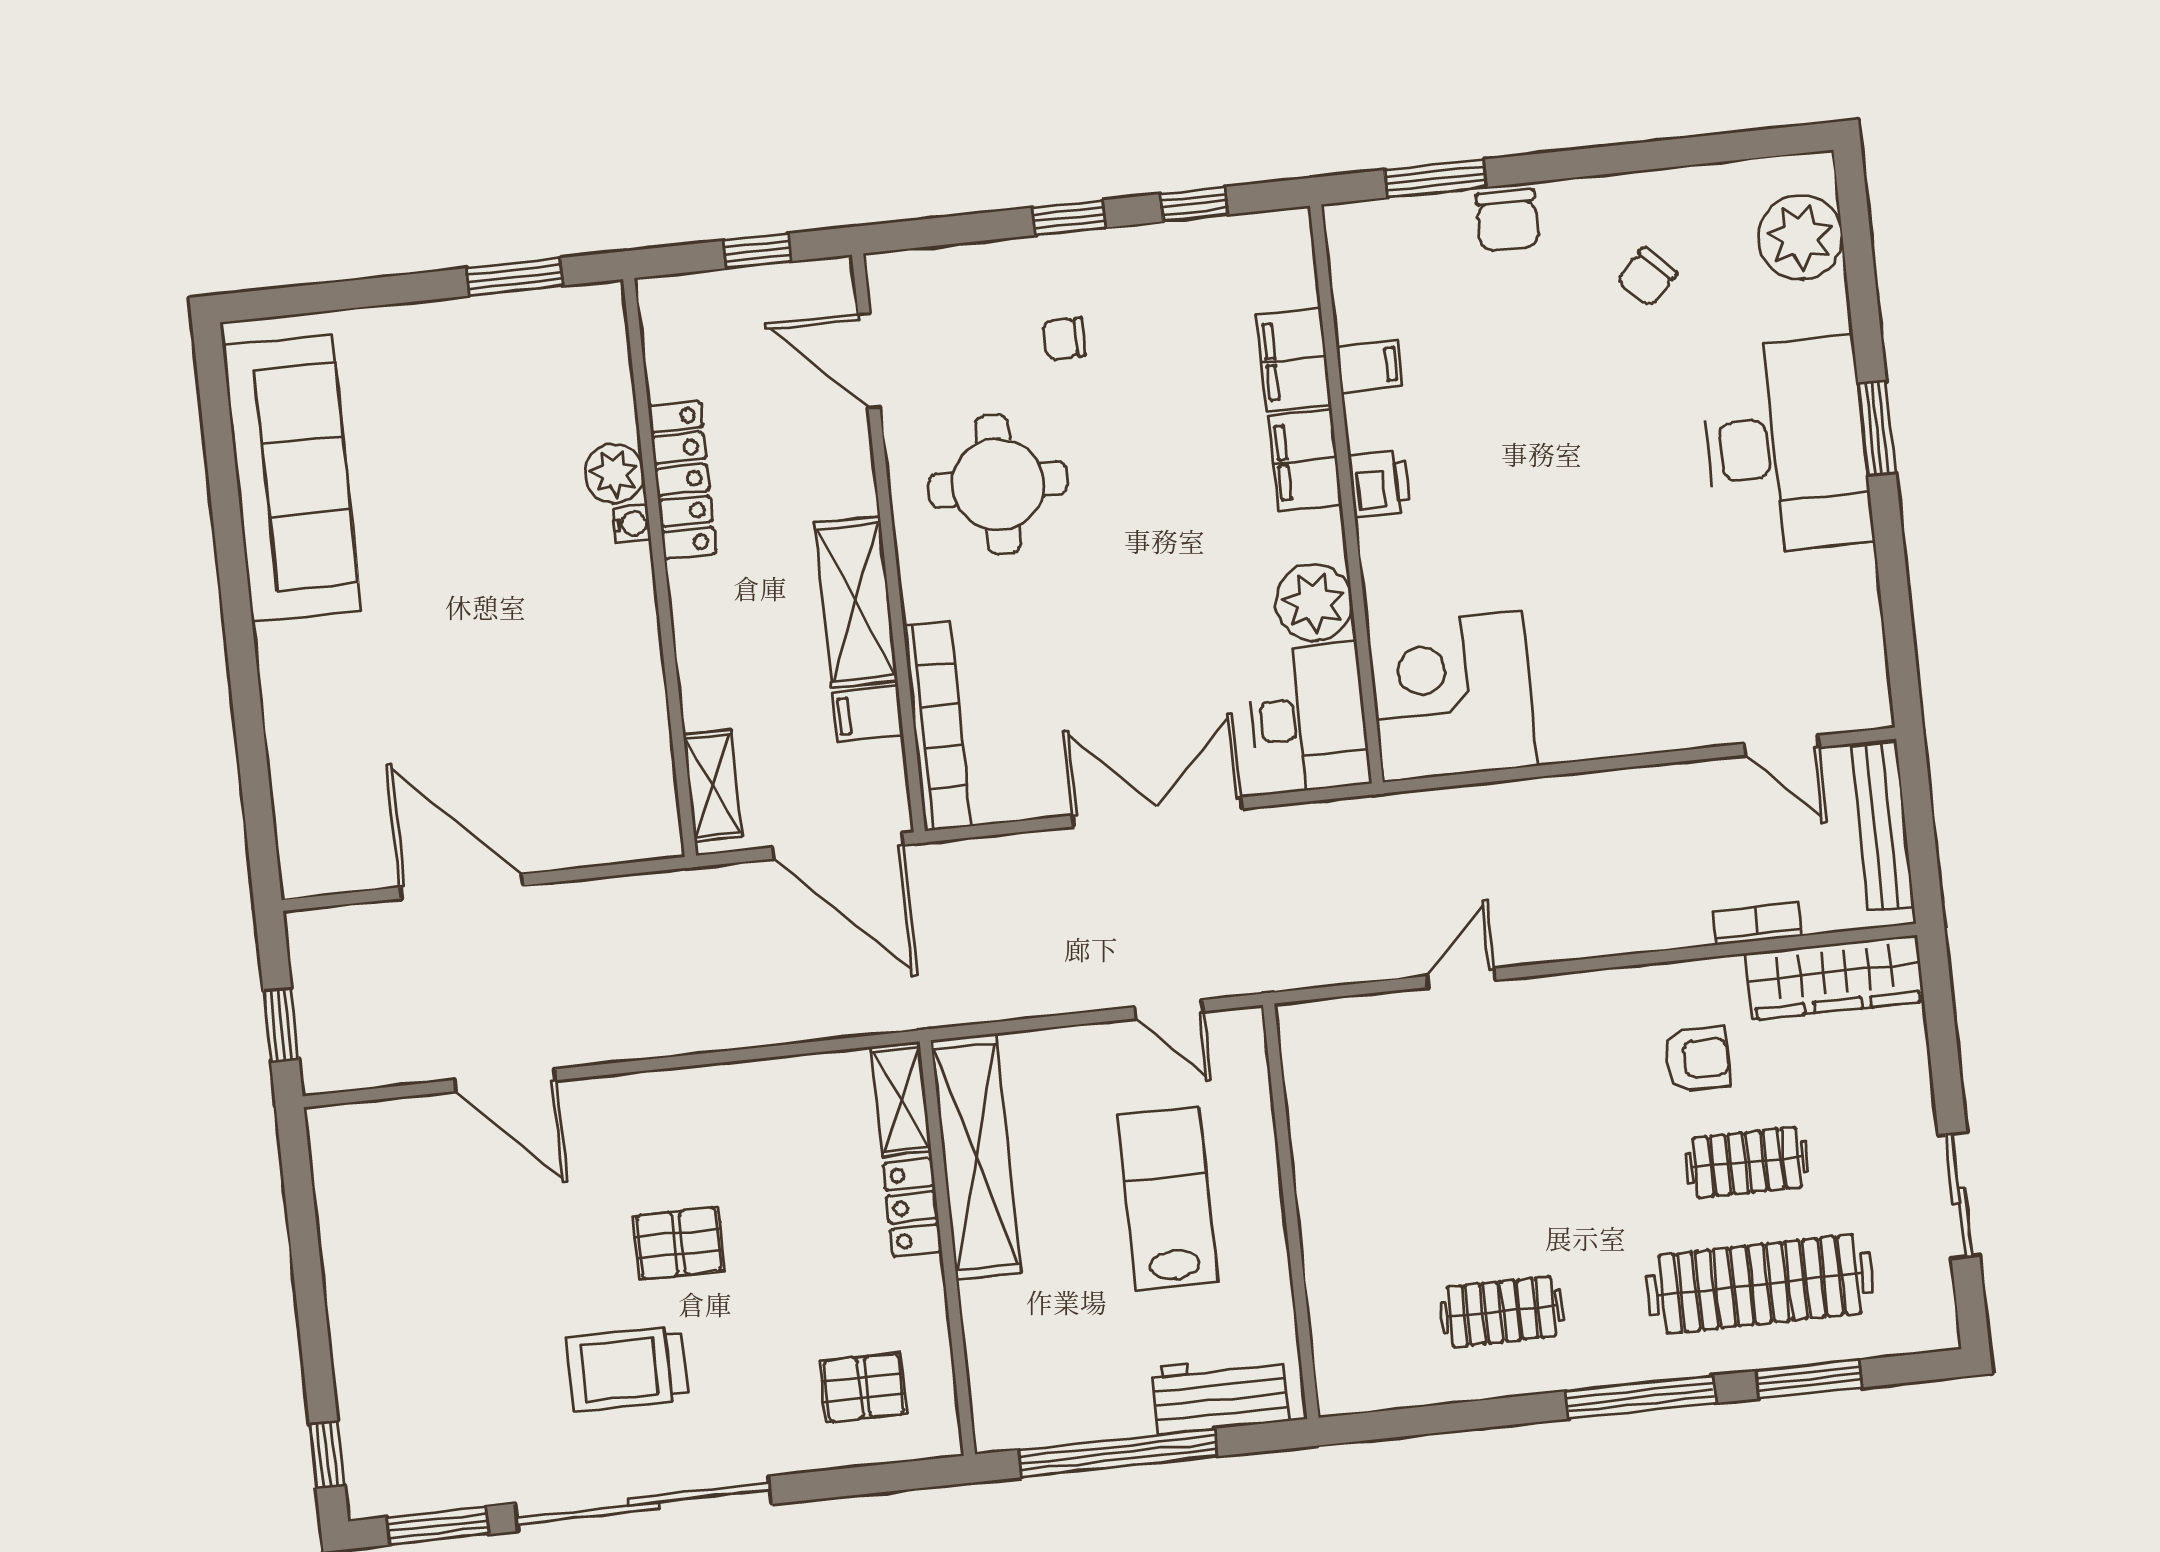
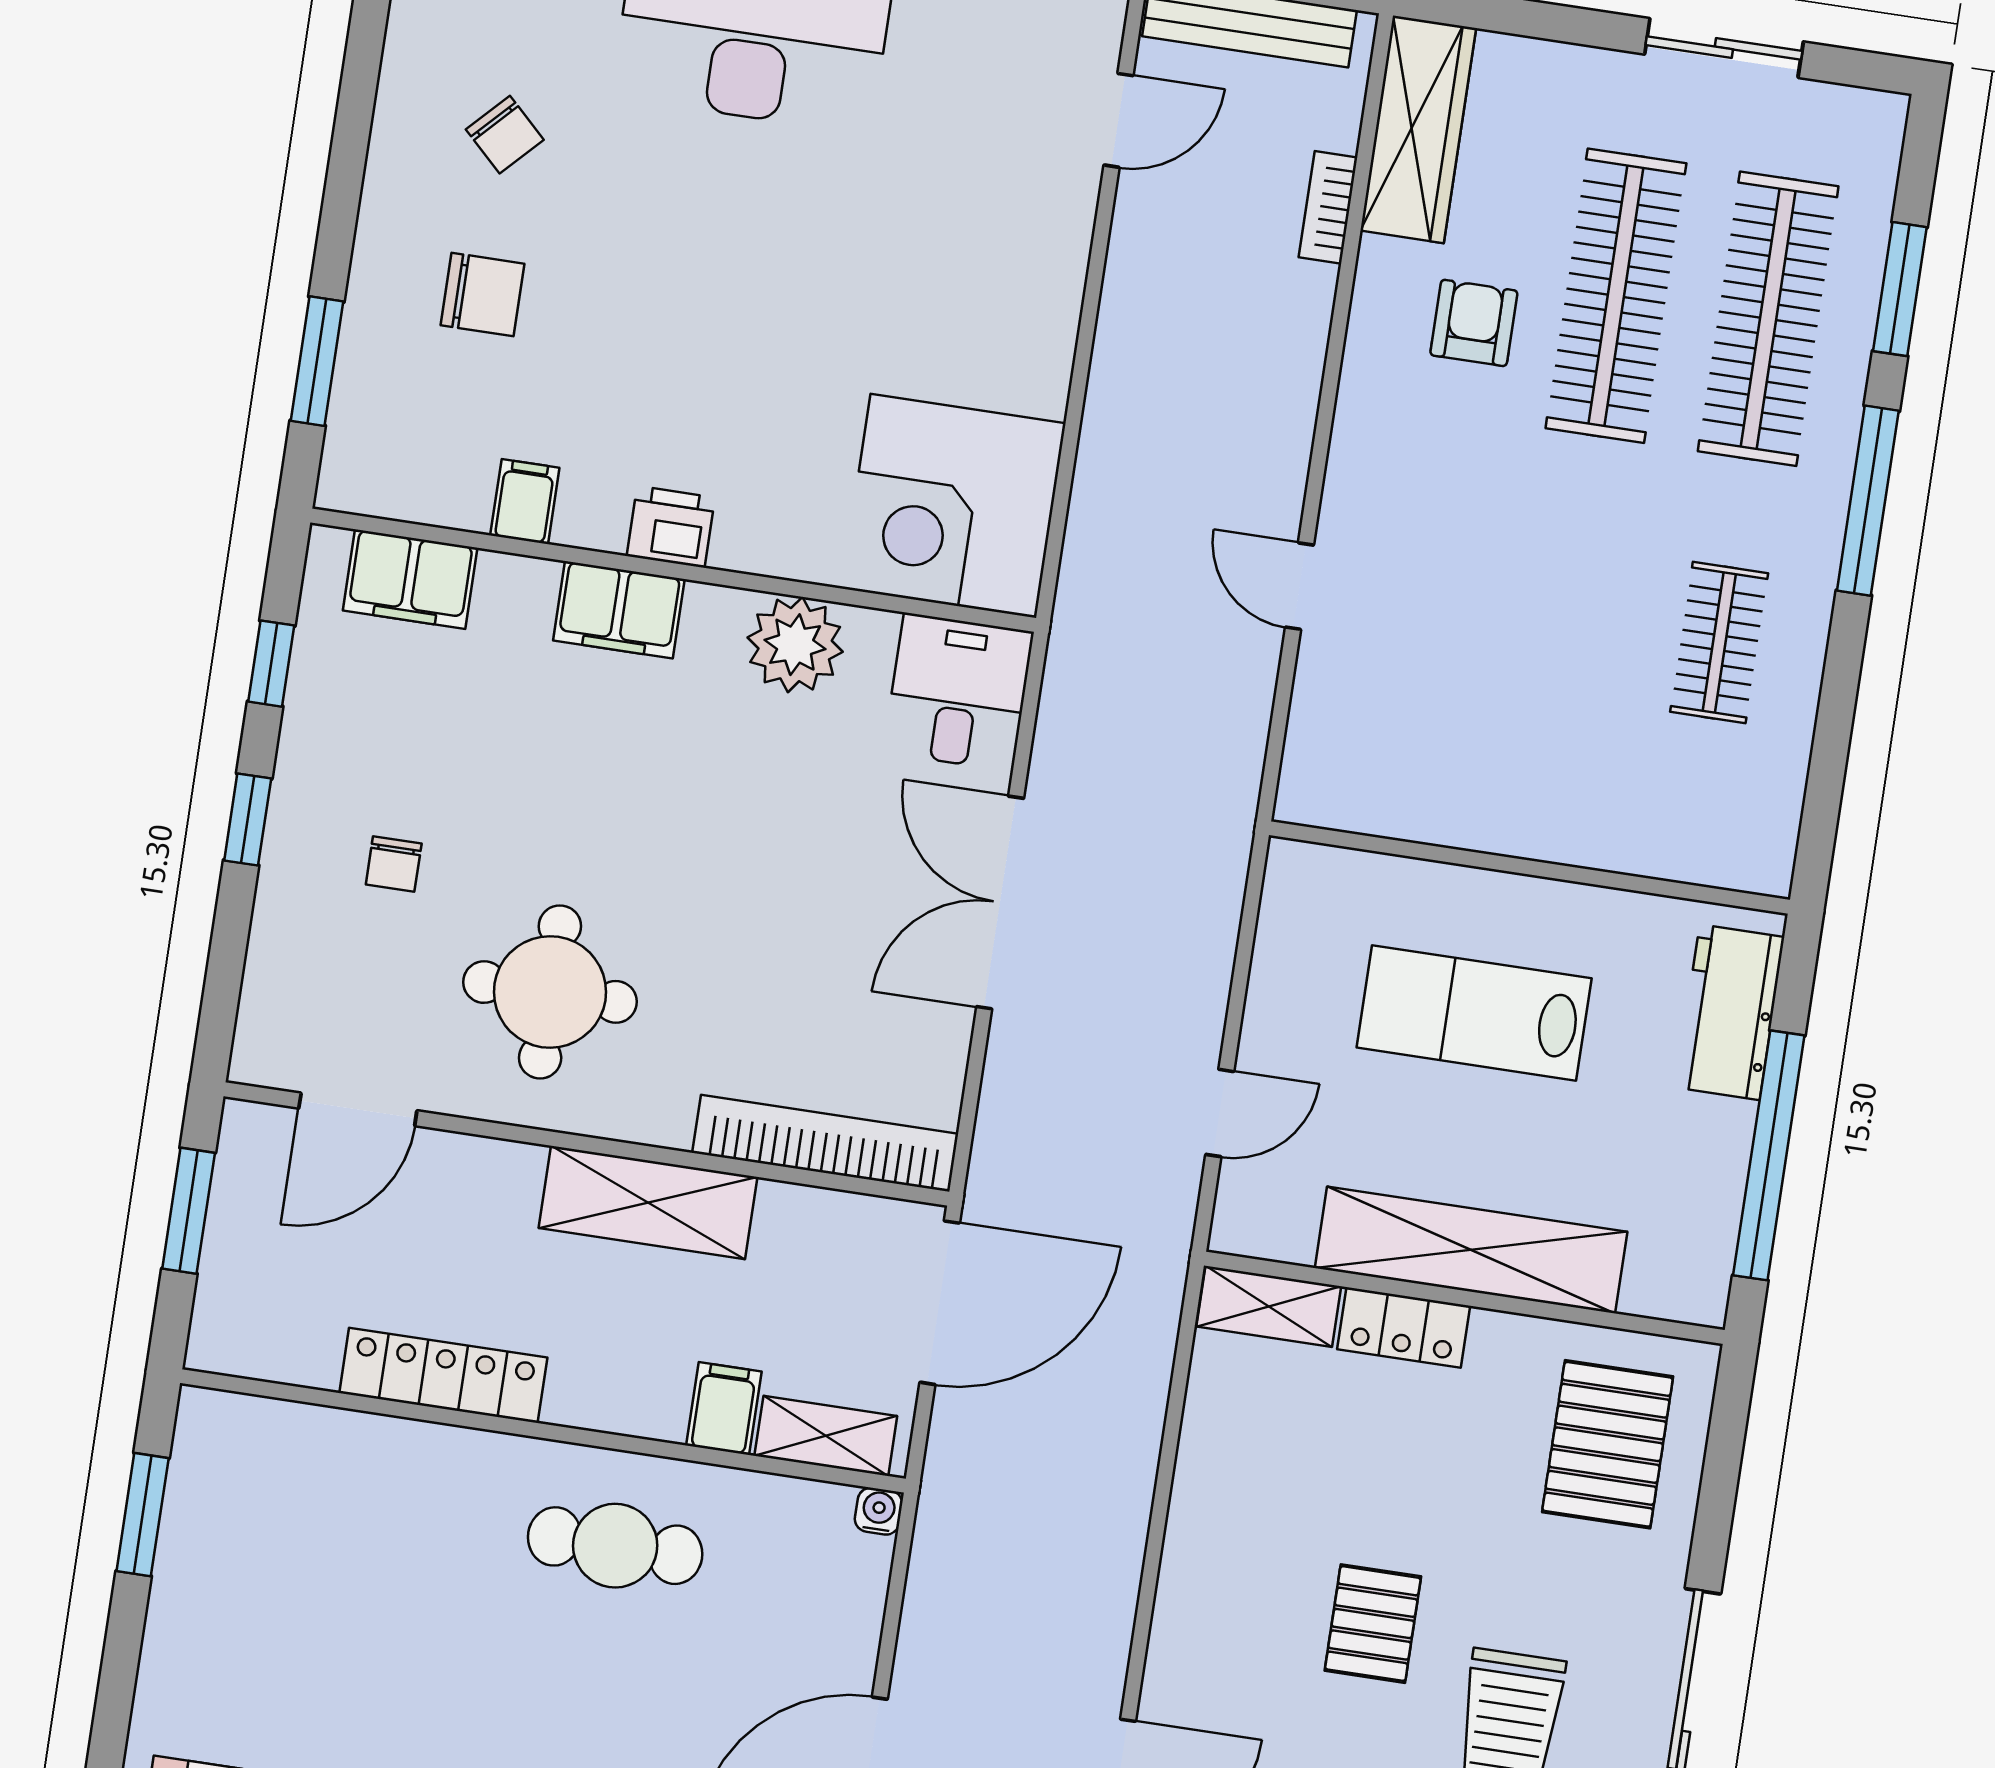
chair: (1508, 220) -> (482, 295), moved
window: (757, 251) -> (189, 1211), width x1.50
filing cabinet: (1294, 360) -> (410, 579), moved
plant: (614, 474) -> (414, 1456), removed
water cooler: (632, 524) -> (879, 1511), moved
cafe table: (586, 646) -> (615, 1546), added
filing cabinet: (867, 714) -> (724, 1408), moved, turned 180
desk: (1308, 718) -> (958, 692), width x0.73
door: (1169, 1009) -> (1220, 1113), moved
shelving: (976, 1157) -> (1471, 1250), moved
clothes rail: (1747, 1163) -> (1616, 296), width x1.86, depth x1.31
pallet: (864, 1387) -> (1608, 1444), width x1.50, depth x1.42

